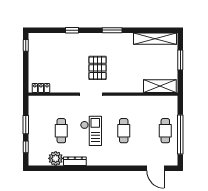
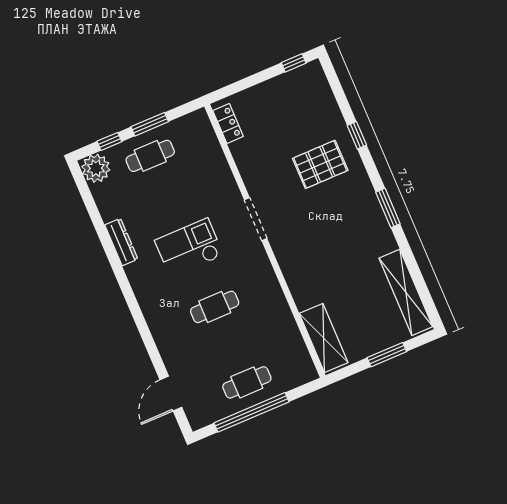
pallet: (98, 68) -> (320, 164), moved
cafe table: (61, 131) -> (150, 156), moved
checkout: (91, 131) -> (189, 248), turned 180
plant: (56, 158) -> (96, 168), moved

